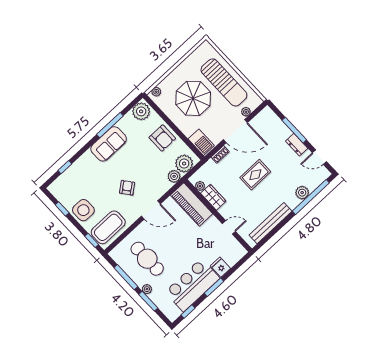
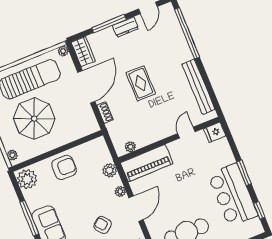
plant: (246, 112) -> (63, 51), moved
barbecue: (201, 142) -> (84, 128), removed
plant: (184, 164) -> (120, 192), moved, width x0.53, depth x0.53
plant: (302, 193) -> (179, 41), removed
wardrobe: (213, 197) -> (83, 52), moved, turned 90
fridge: (220, 267) -> (215, 132), moved

